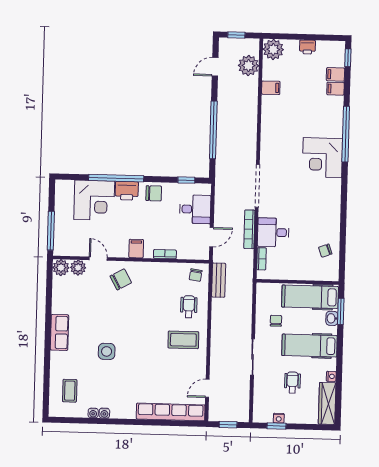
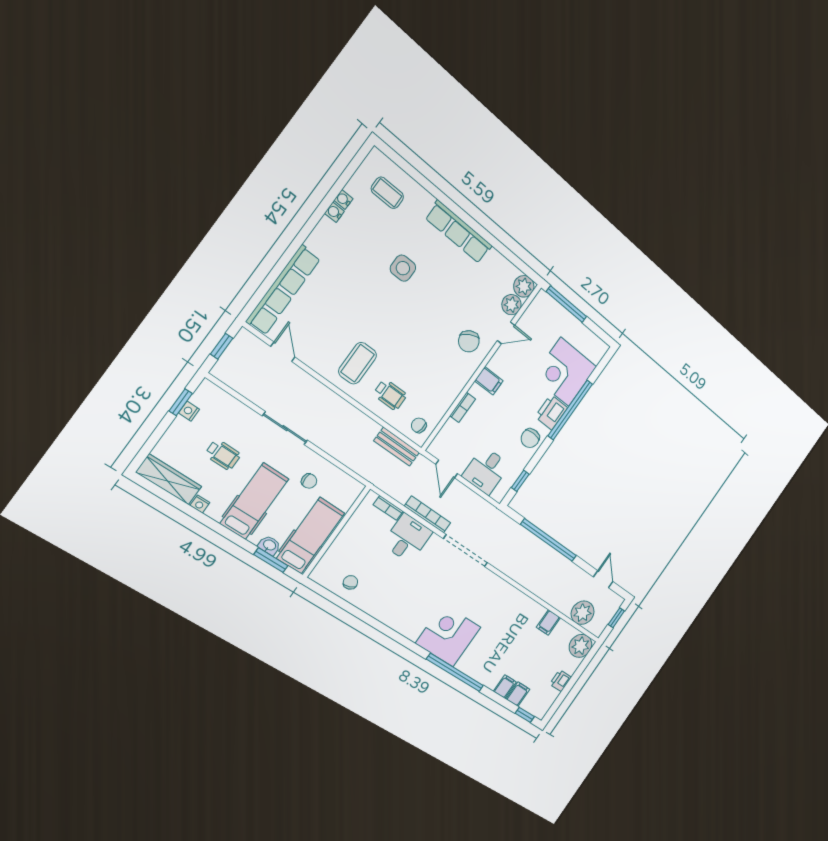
row of seats: (59, 332) -> (459, 232), width x1.48

